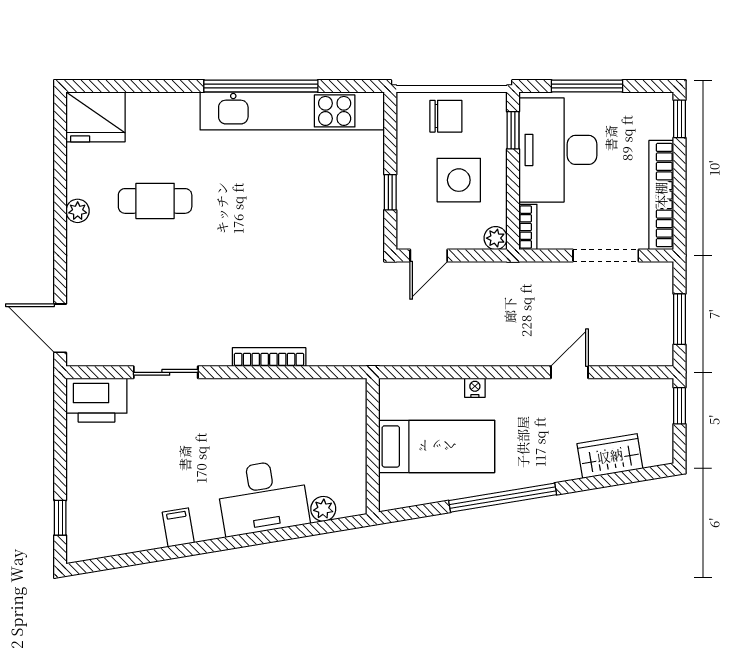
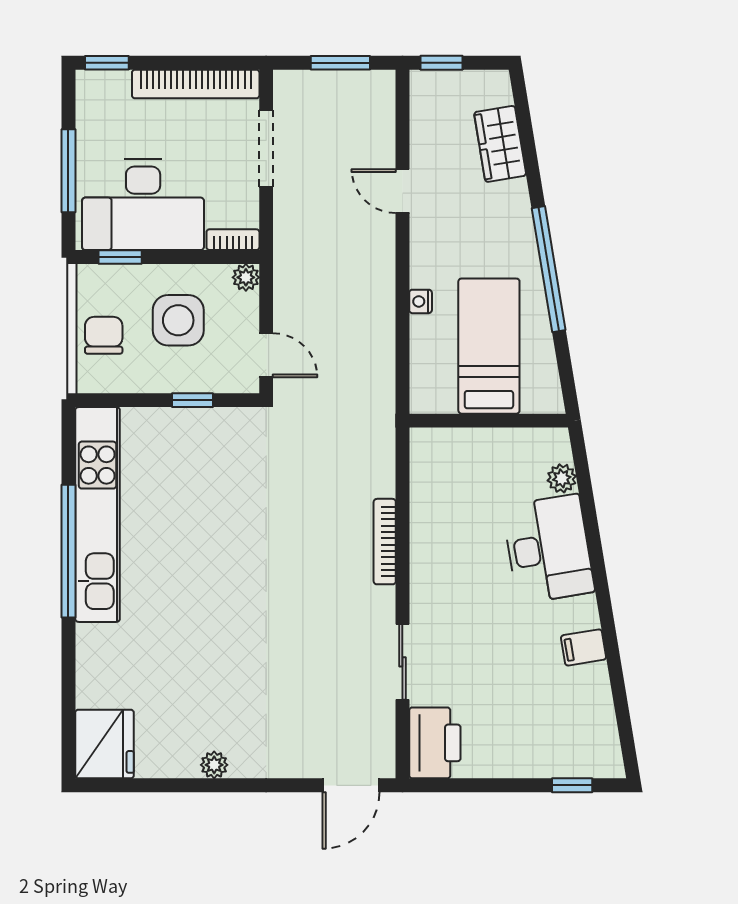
cafe table: (155, 201) -> (203, 675), removed

